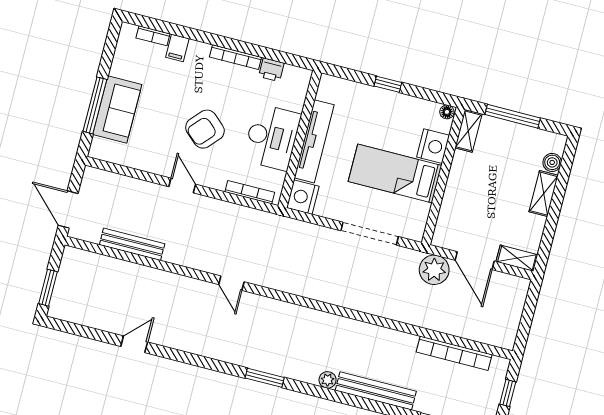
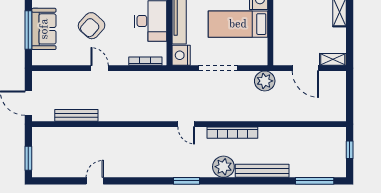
armchair: (205, 129) -> (92, 26), moved
doorway: (370, 234) -> (218, 68), moved
plant: (434, 270) -> (265, 81), moved
door: (231, 283) -> (186, 124), moved
bookcase: (454, 353) -> (232, 133), moved
plant: (328, 380) -> (223, 167), width x1.87, depth x1.87

